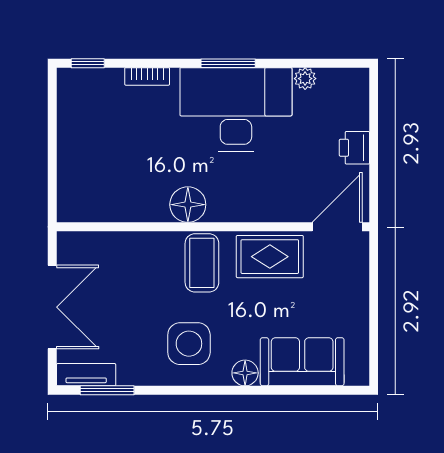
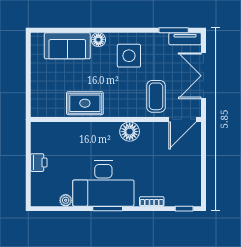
door: (337, 227) -> (183, 119), moved
coffee table: (202, 263) -> (156, 96), moved

